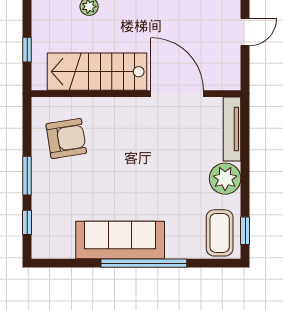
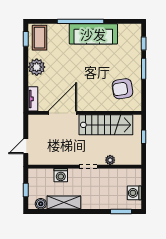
door: (177, 94) -> (62, 113), swing flipped
tv unit: (232, 129) -> (33, 99), width x0.71

